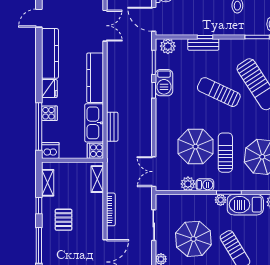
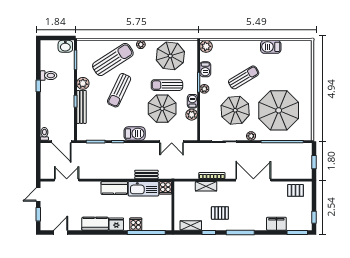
door: (39, 18) -> (61, 232), swing flipped
door: (154, 19) -> (62, 142), hinge flipped
bench: (203, 44) -> (81, 107), width x1.36
plant: (168, 46) -> (83, 83), moved
kitchen counter: (50, 53) -> (95, 224), width x0.67
kitchen counter: (95, 78) -> (114, 188), width x0.67
barbecue: (164, 83) -> (135, 134), moved
dishwasher: (50, 150) -> (165, 223), removed
double door: (154, 172) -> (172, 142), moved
shelving: (97, 179) -> (206, 186), moved
barbecue: (245, 205) -> (205, 69), width x0.53, depth x0.65

